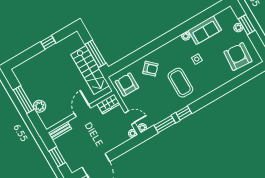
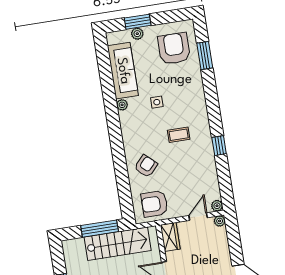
sofa: (205, 30) -> (123, 71), width x1.36
armchair: (238, 57) -> (174, 49), turned 86
coffee table: (180, 83) -> (179, 135), width x0.54, depth x0.58
window: (165, 124) -> (205, 55), moved

